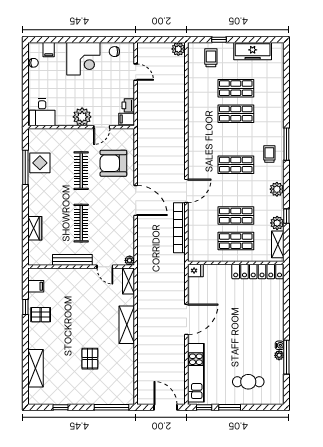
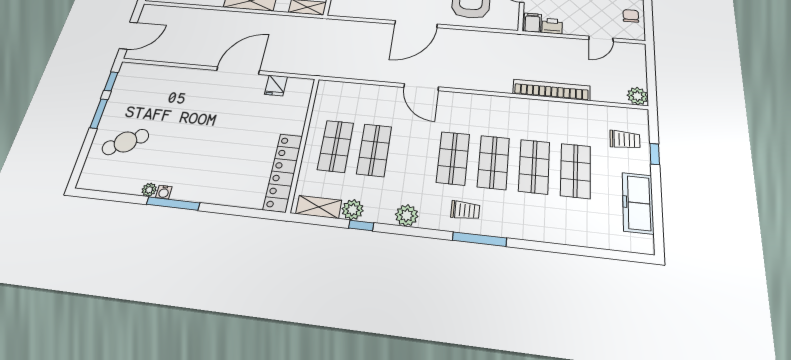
shop shelf: (236, 139) -> (493, 162), added
bookcase: (179, 228) -> (551, 90), moved
plant: (130, 260) -> (335, 11), removed
fridge: (195, 271) -> (276, 85), moved
door: (186, 319) -> (238, 71), swing flipped
window: (286, 357) -> (173, 204), moved
kitchen unit: (196, 373) -> (161, 76), removed
cafe table: (248, 382) -> (125, 142), turned 61

